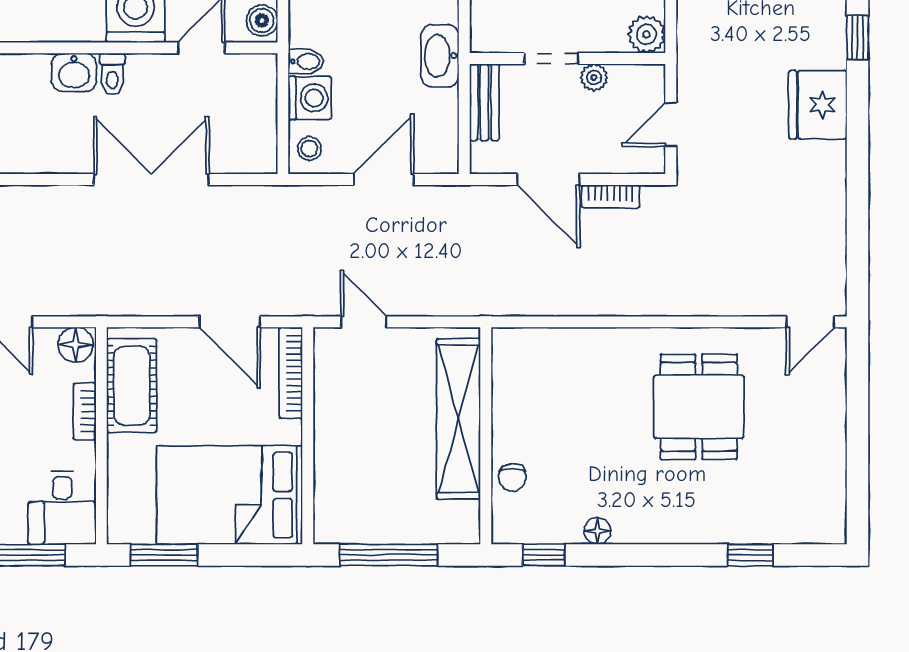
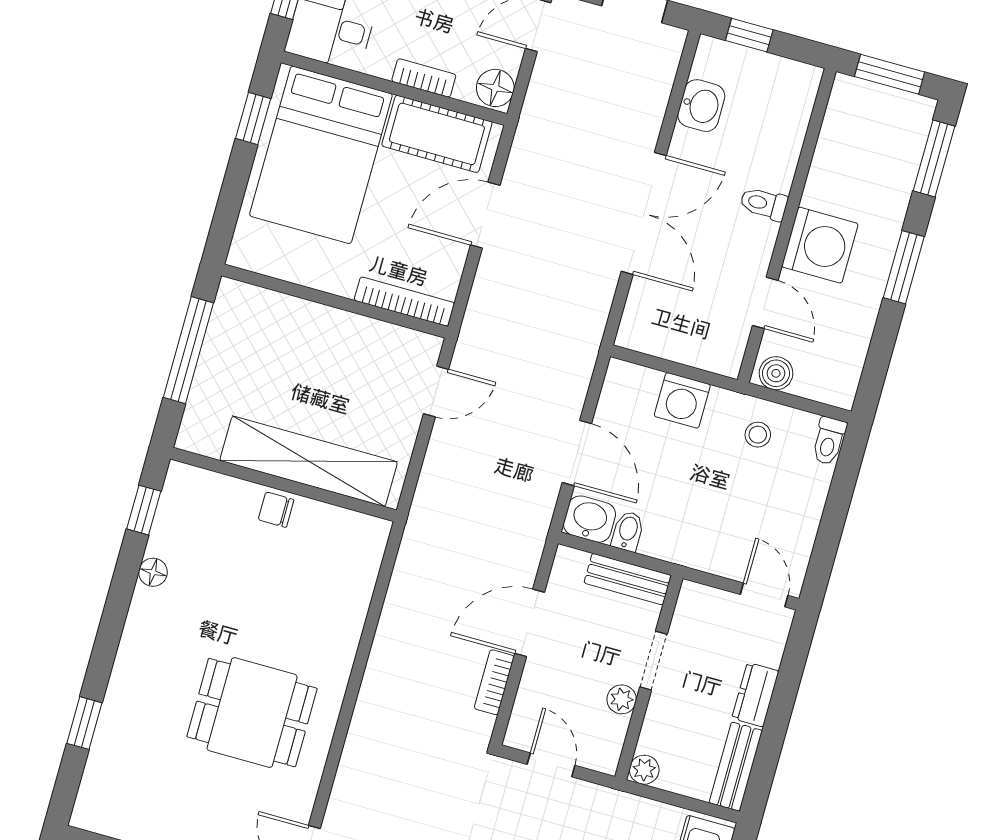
plant: (647, 34) -> (644, 770), width x0.73, depth x0.73
washbasin: (440, 56) -> (589, 519), moved, width x0.72
bidet: (306, 61) -> (628, 531), moved, turned 180
washbasin: (74, 72) -> (701, 106), moved, turned 180
stool: (309, 149) -> (758, 435), moved
door: (230, 322) -> (485, 215), moved
chair: (512, 477) -> (276, 510), moved
bed: (229, 495) -> (321, 155), moved, turned 180
window: (164, 555) -> (253, 118), width x0.67

